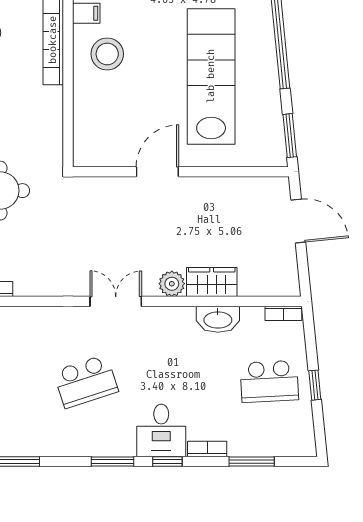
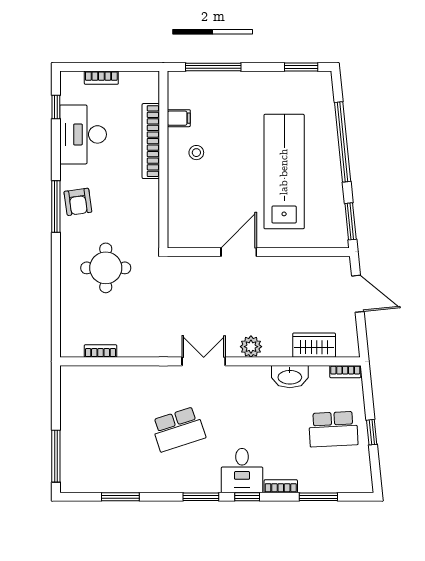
stool: (107, 54) -> (196, 153), width x0.53, depth x0.53
wardrobe: (212, 282) -> (314, 345), moved

